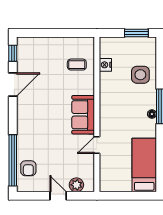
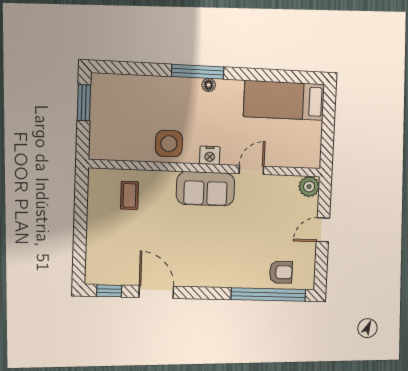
nightstand: (105, 65) -> (210, 155), moved
side table: (140, 75) -> (169, 144), moved
door: (97, 145) -> (251, 170), swing flipped
plant: (76, 185) -> (309, 187), moved

